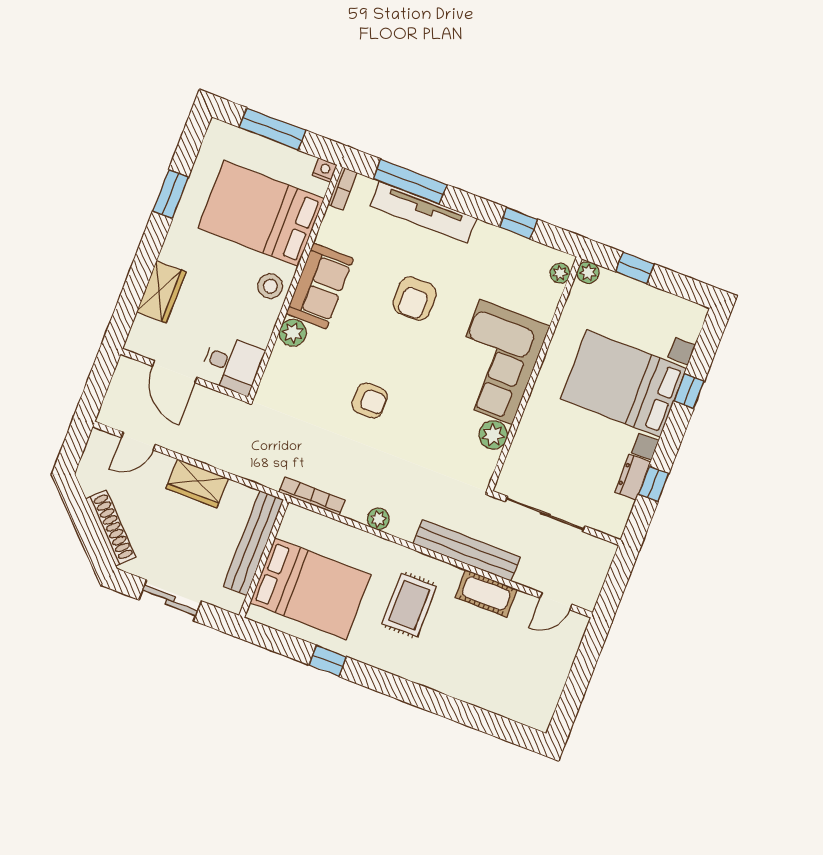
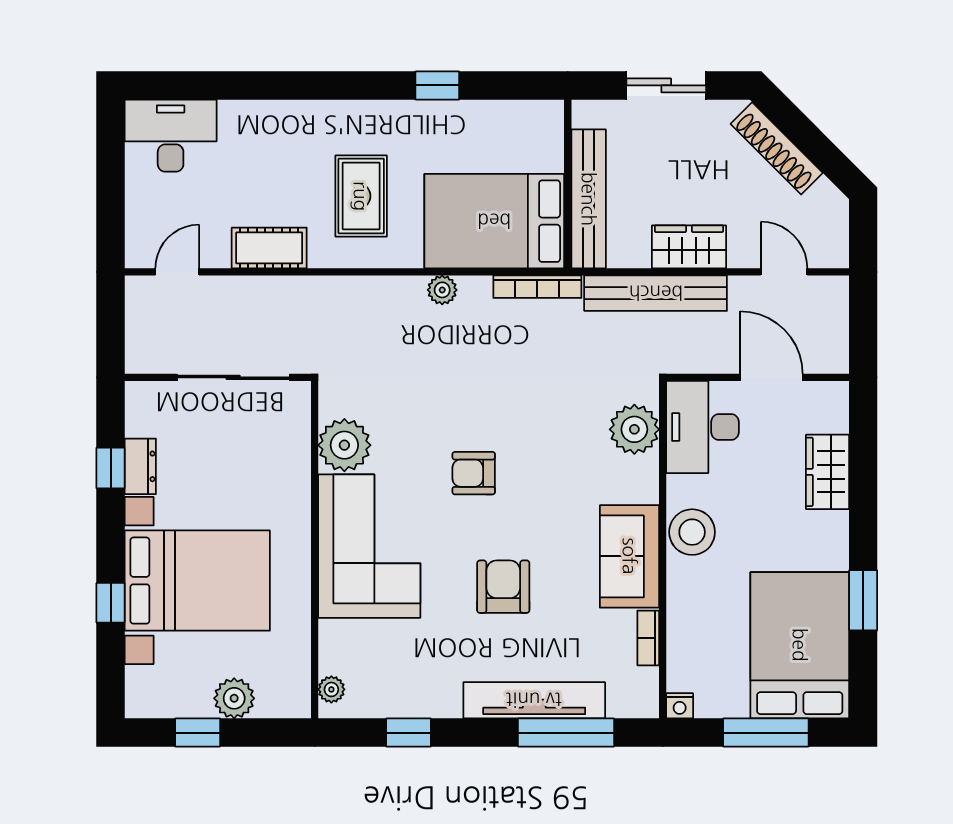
bookcase: (342, 188) -> (648, 638), moved
bed: (261, 213) -> (800, 645), moved, turned -90
window: (635, 268) -> (198, 733), moved
plant: (588, 273) -> (234, 698), moved, width x1.38, depth x1.38
stool: (270, 286) -> (692, 532), width x1.38, depth x1.38
plant: (293, 333) -> (634, 429), moved, width x1.36, depth x1.36
desk: (232, 364) -> (702, 427), width x1.37
armchair: (370, 400) -> (474, 473), moved
plant: (493, 435) -> (344, 445), width x1.36, depth x1.36
door: (138, 441) -> (784, 272), hinge flipped
bench: (467, 550) -> (656, 293), moved
bed: (310, 589) -> (494, 221), moved
desk: (524, 697) -> (171, 136), added

